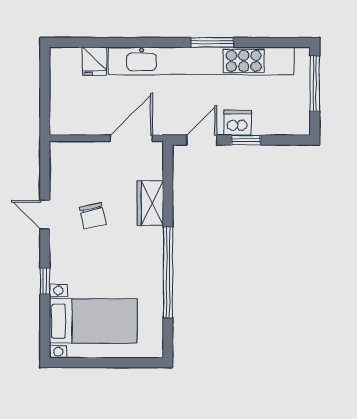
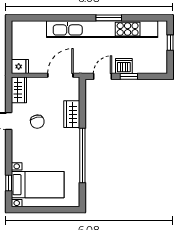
fridge: (94, 61) -> (20, 67), moved, turned -90
window: (315, 84) -> (170, 43), width x0.46
wardrobe: (62, 163) -> (19, 90), added
window: (45, 281) -> (9, 183), moved

